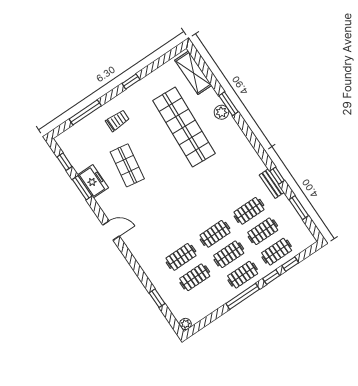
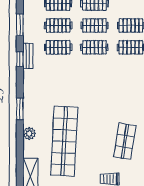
window: (228, 104) -> (20, 109), moved

